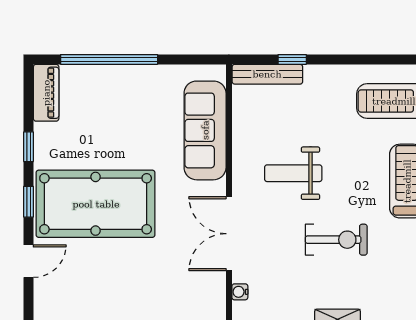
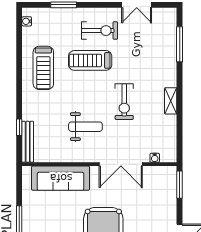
weight bench: (293, 173) -> (85, 127), turned -90
exercise bike: (336, 240) -> (124, 102), turned 180

